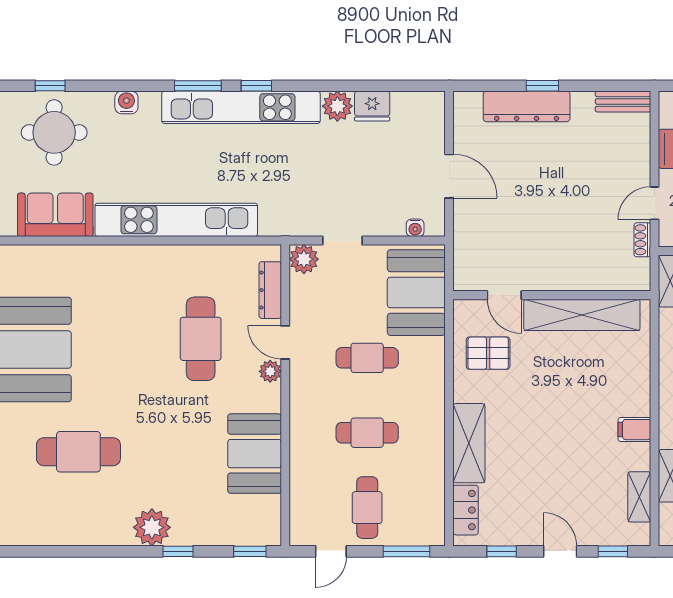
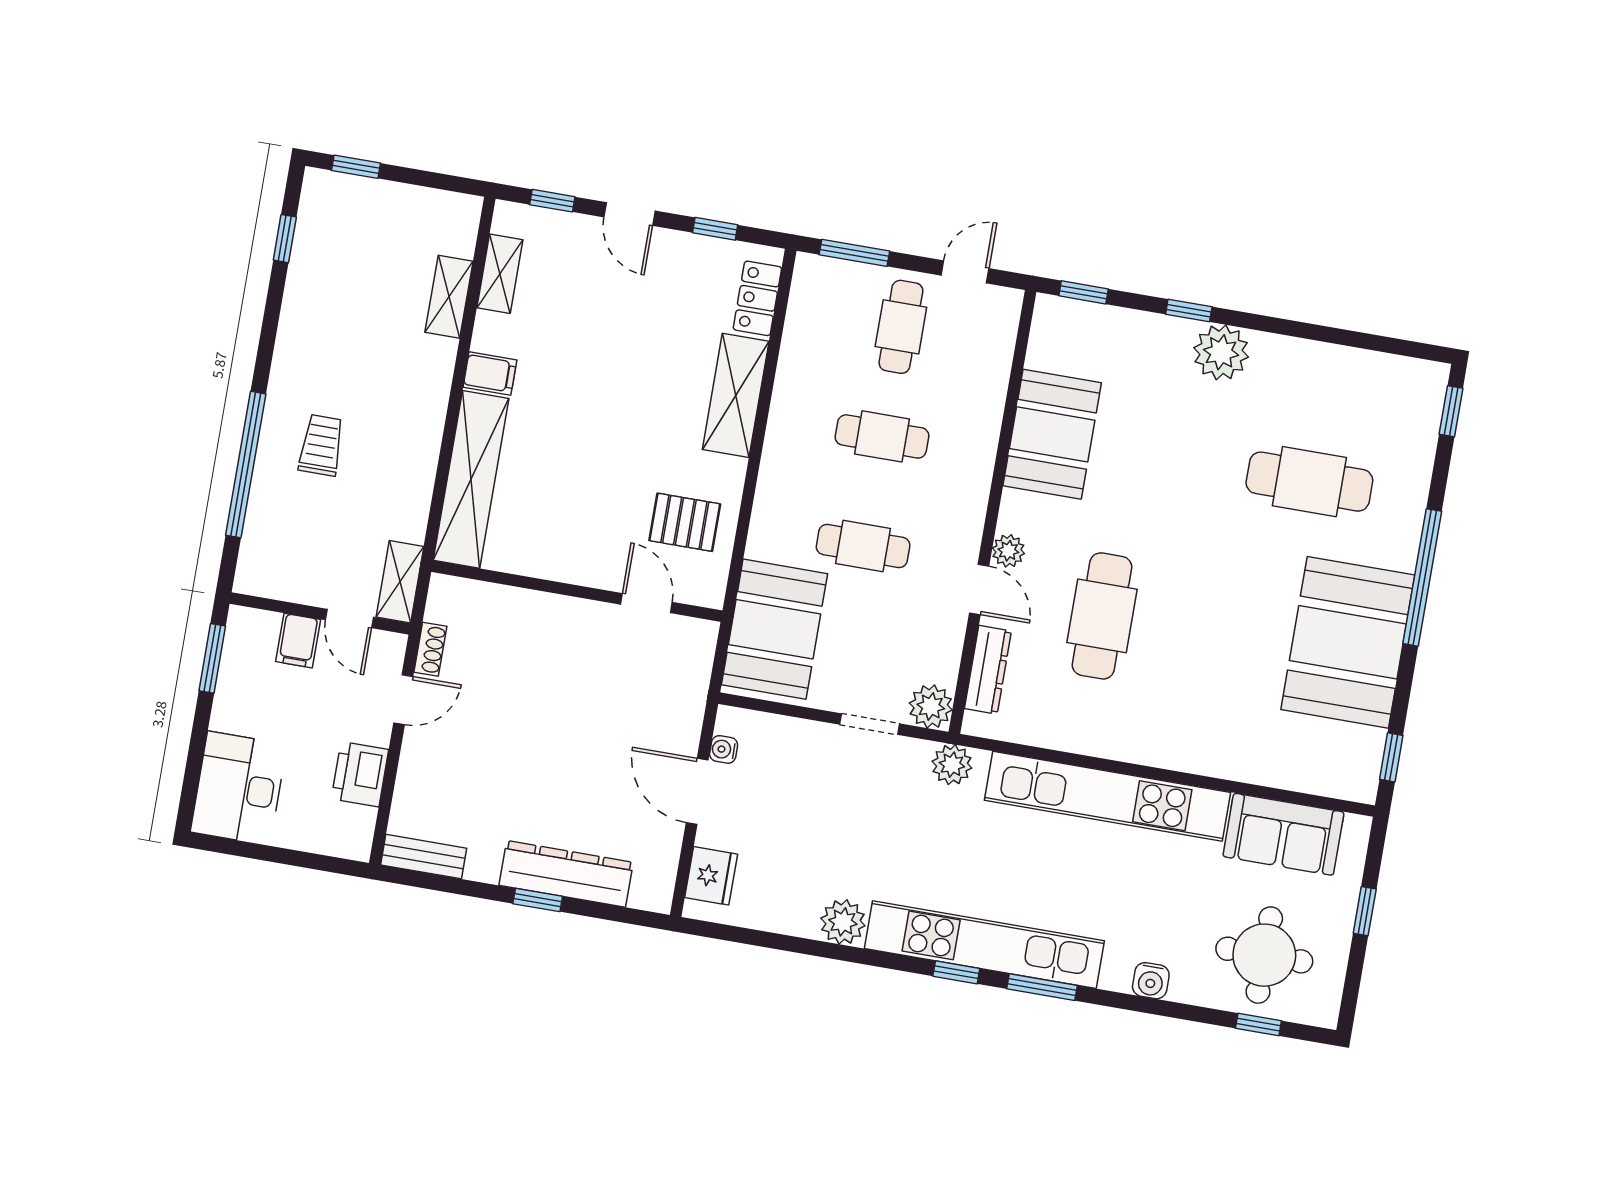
fridge: (372, 106) -> (711, 876), moved, turned 90
plant: (283, 223) -> (952, 765), added
water cooler: (415, 228) -> (724, 749), moved, turned -90
shelving: (582, 315) -> (471, 479), moved, turned 90

